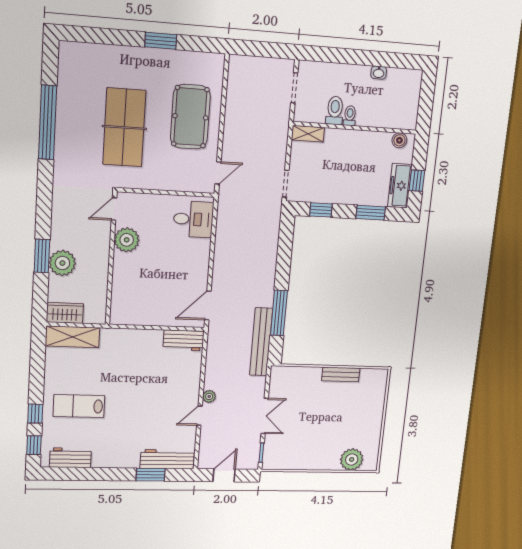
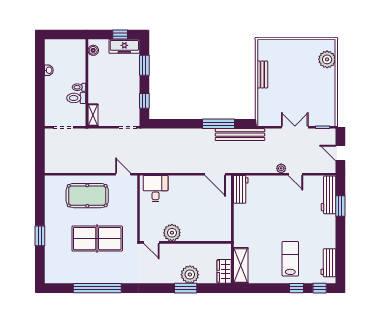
window: (161, 41) -> (40, 236), moved
lab bench: (79, 406) -> (290, 259), turned 180

